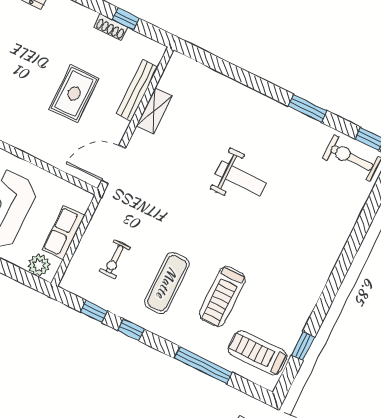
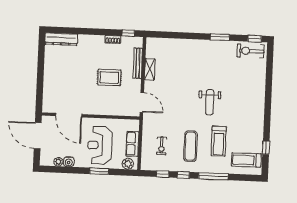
window: (126, 19) -> (128, 33), moved
rug: (74, 94) -> (109, 78), turned 90
door: (113, 165) -> (142, 102), swing flipped
weight bench: (241, 178) -> (210, 102), moved, turned 90
window: (203, 365) -> (213, 176), moved

